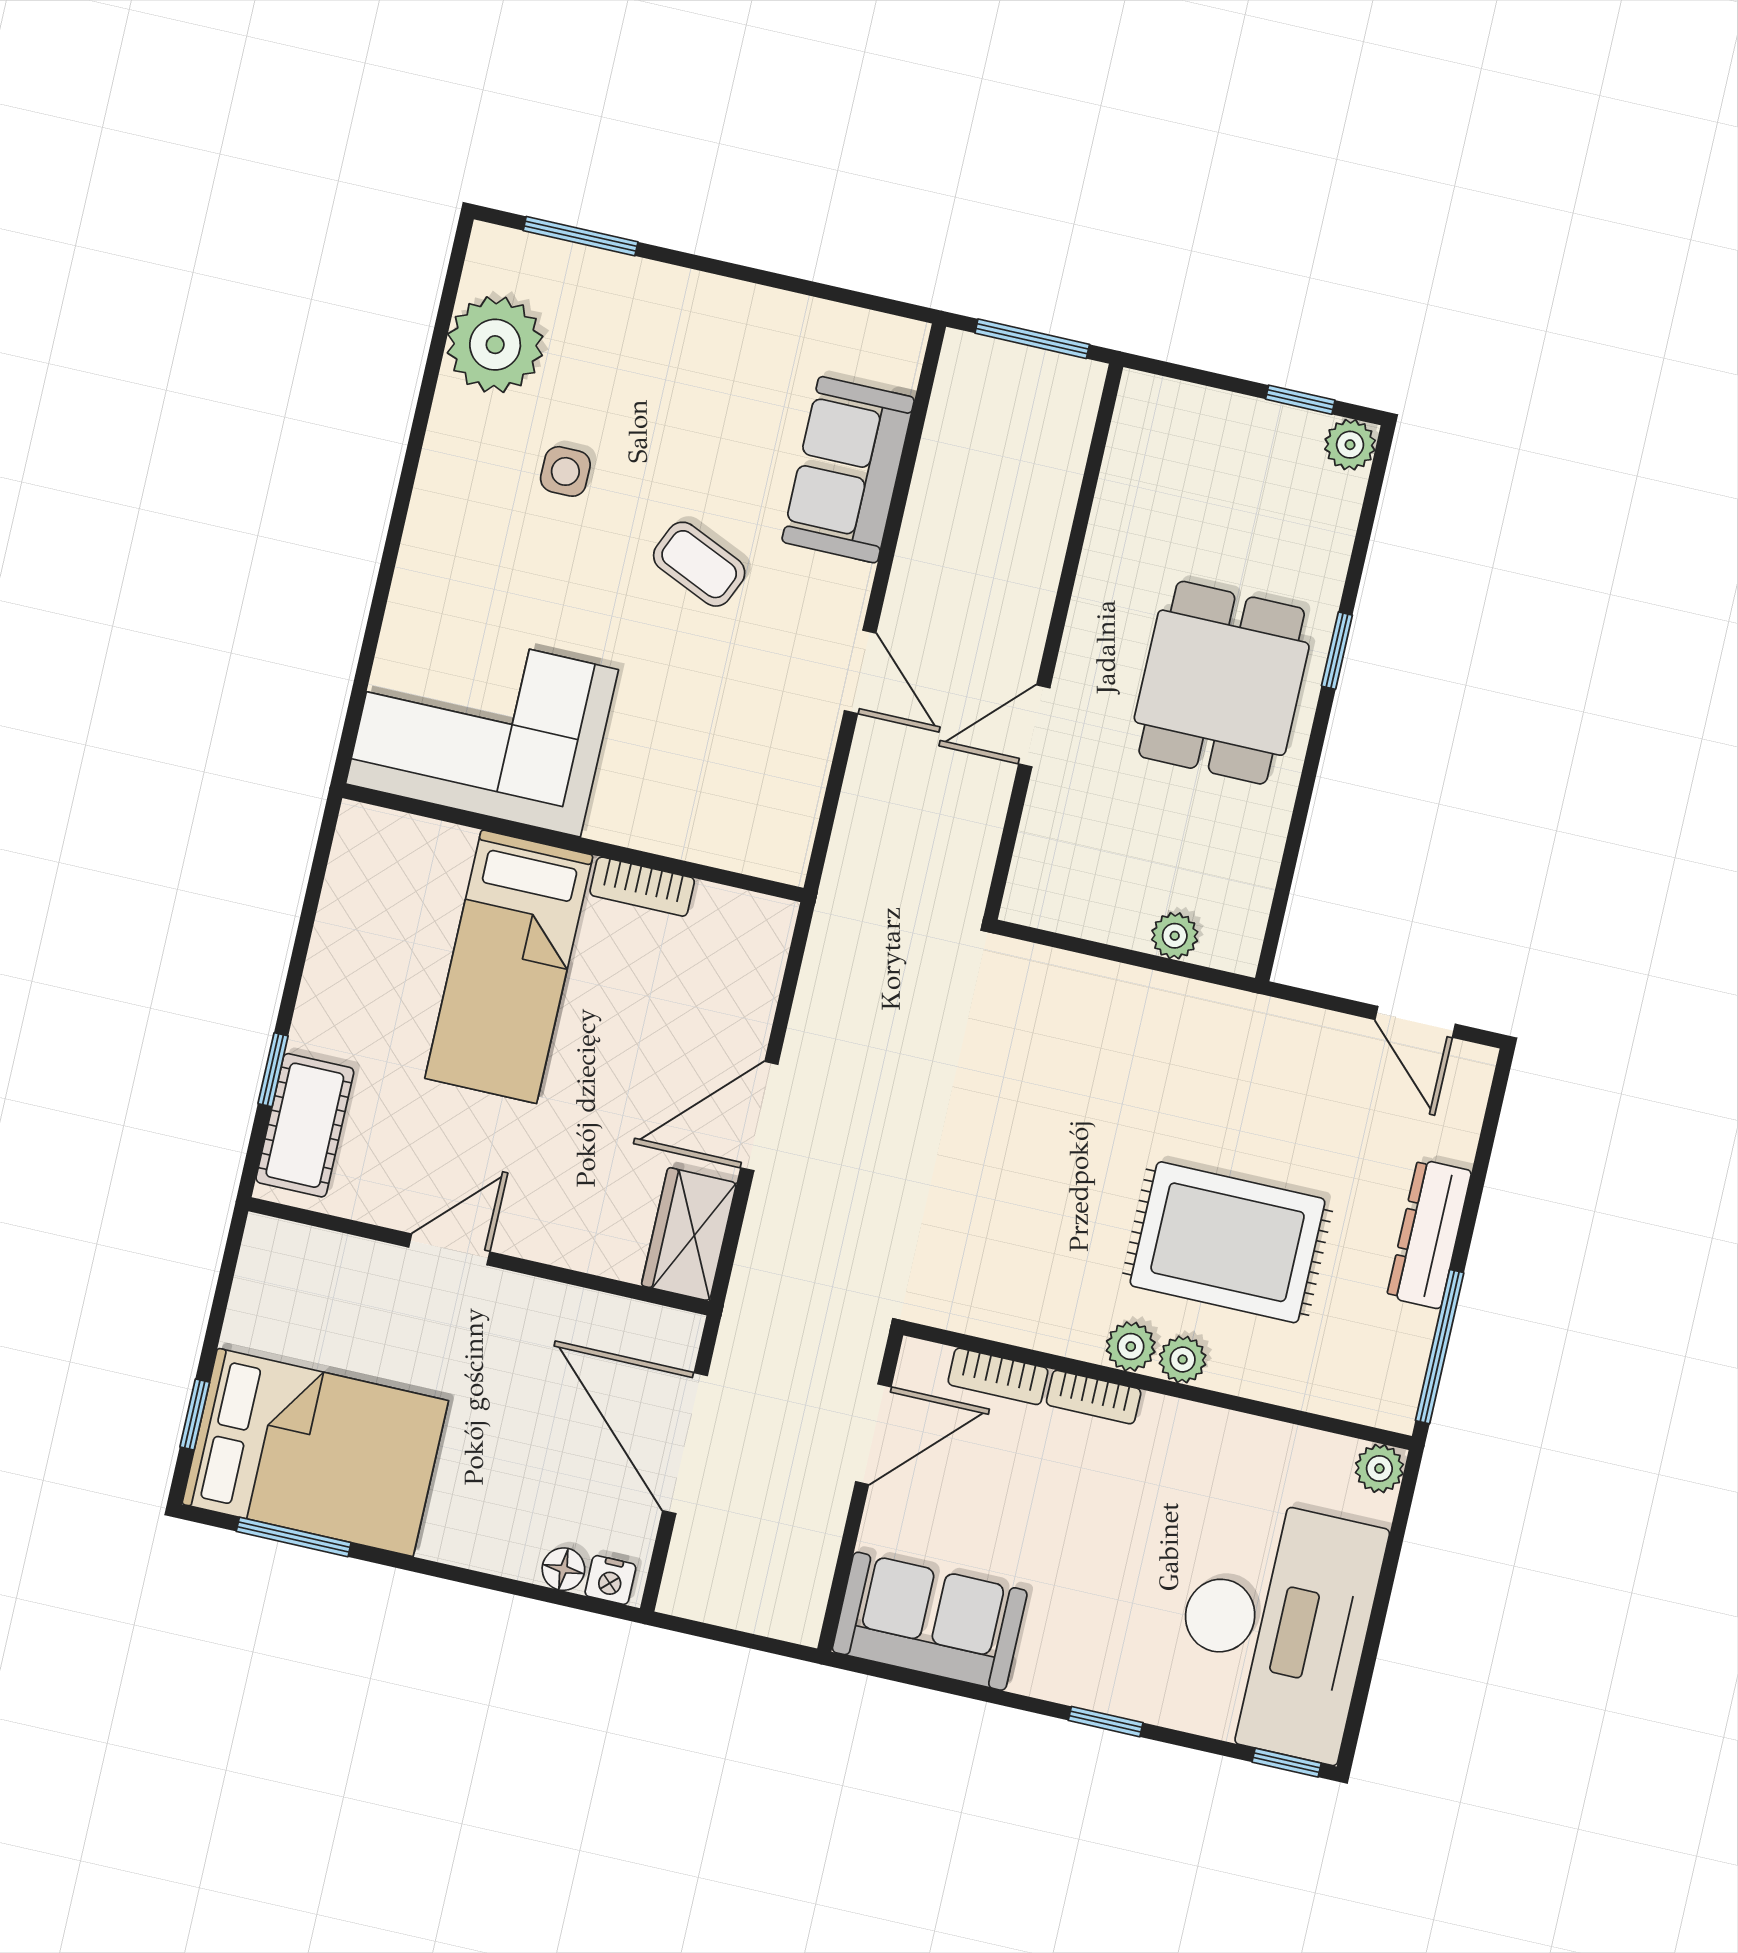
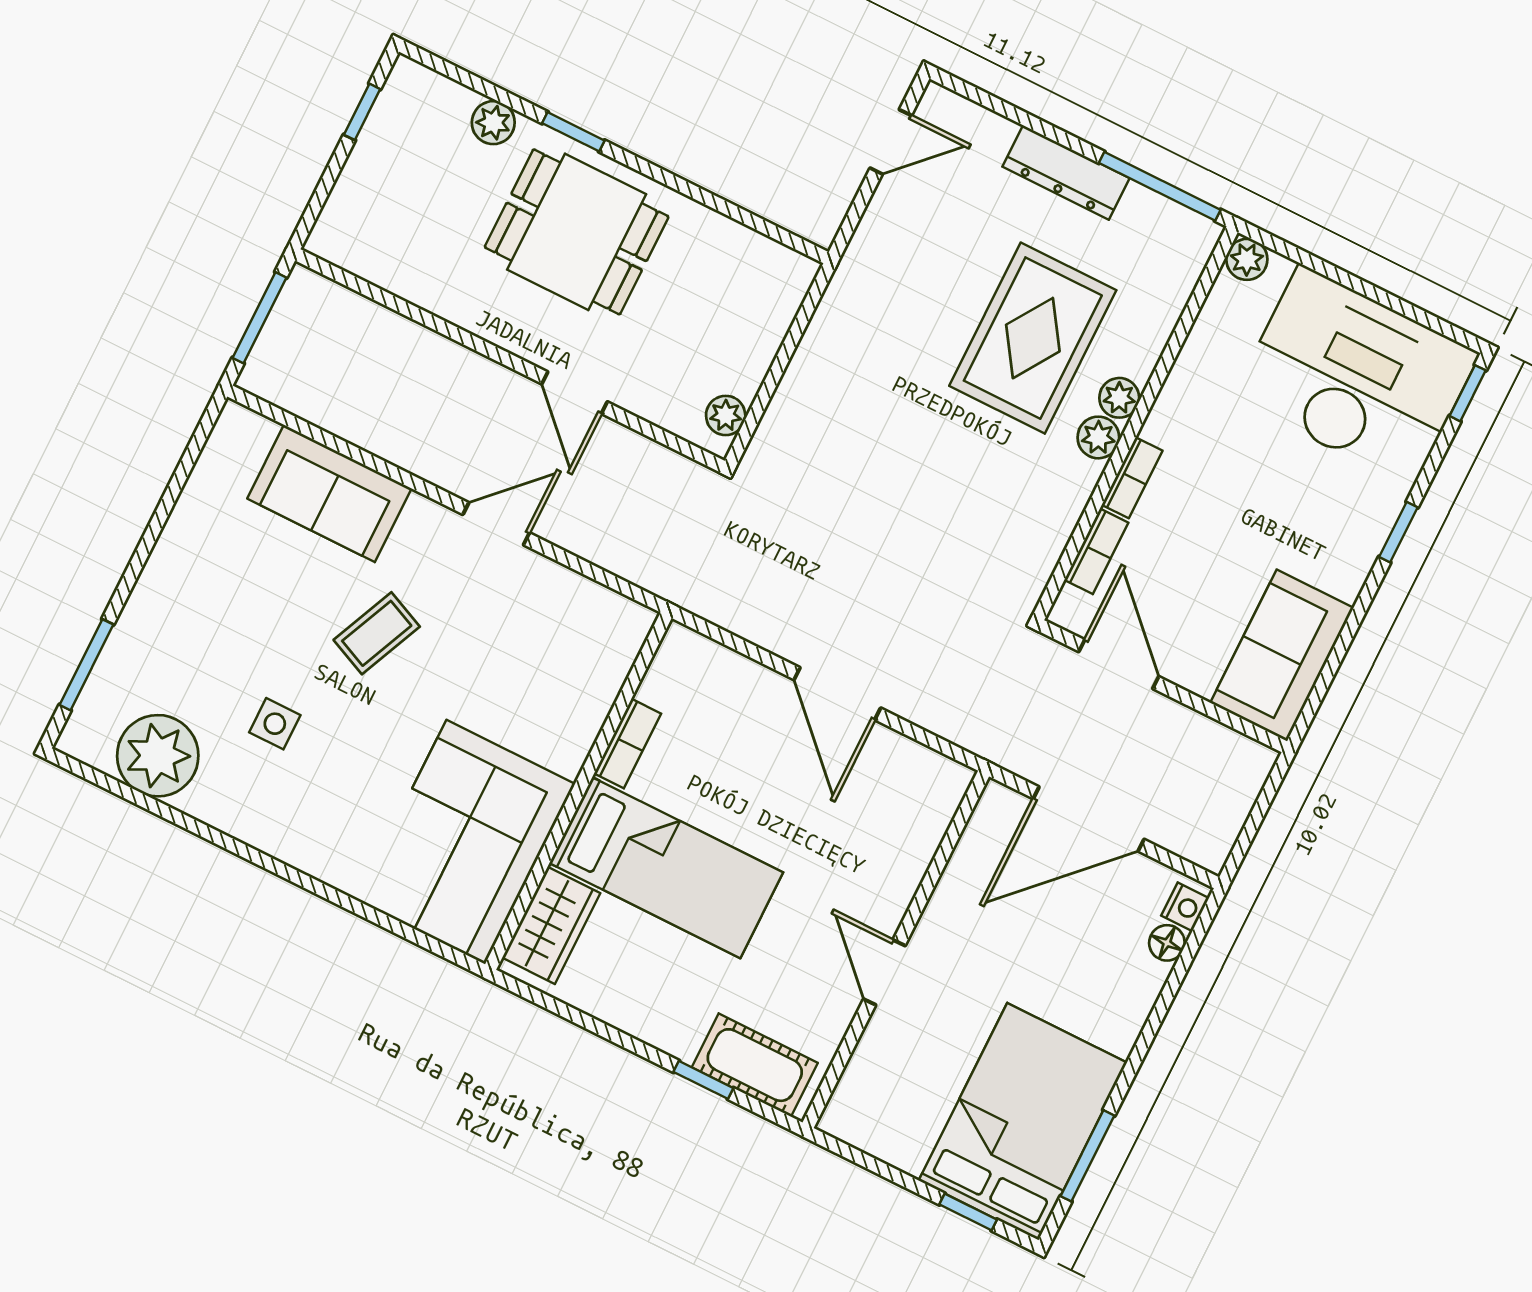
plant: (1350, 445) -> (493, 123), moved
plant: (1175, 936) -> (726, 415), moved
wardrobe: (689, 1234) -> (551, 925), moved, turned -90

